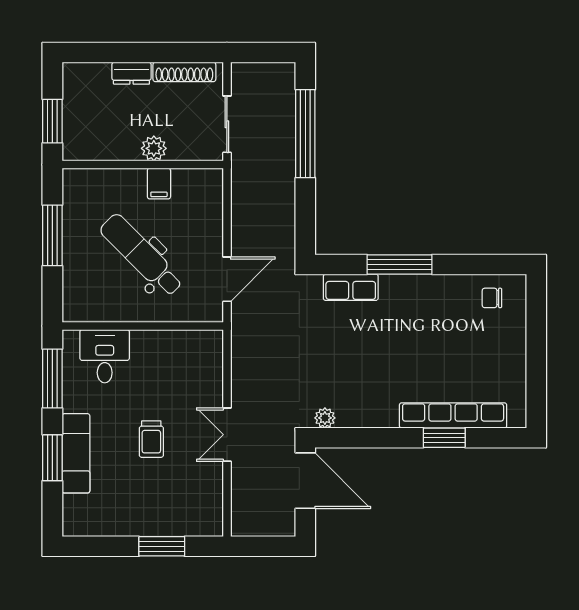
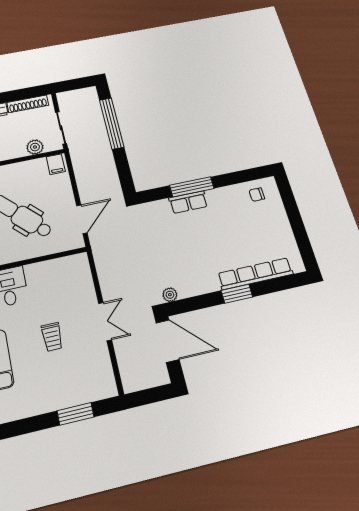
plant: (154, 148) -> (35, 147), moved
filing cabinet: (159, 184) -> (56, 164), moved
row of seats: (351, 287) -> (188, 202), moved
double door: (227, 435) -> (105, 321), swing flipped
window: (444, 438) -> (237, 294), moved

